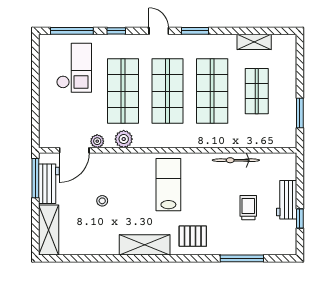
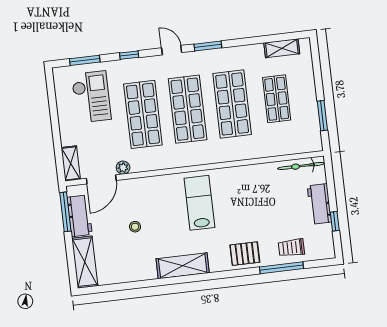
window: (72, 31) -> (85, 60), width x0.69
shelving: (254, 42) -> (282, 48), moved
shelving: (46, 131) -> (71, 163), added
plant: (124, 139) -> (149, 162), removed
bicycle: (236, 160) -> (301, 166), moved
trolley: (248, 208) -> (291, 248), moved, turned -90
pallet: (193, 236) -> (245, 254), moved

